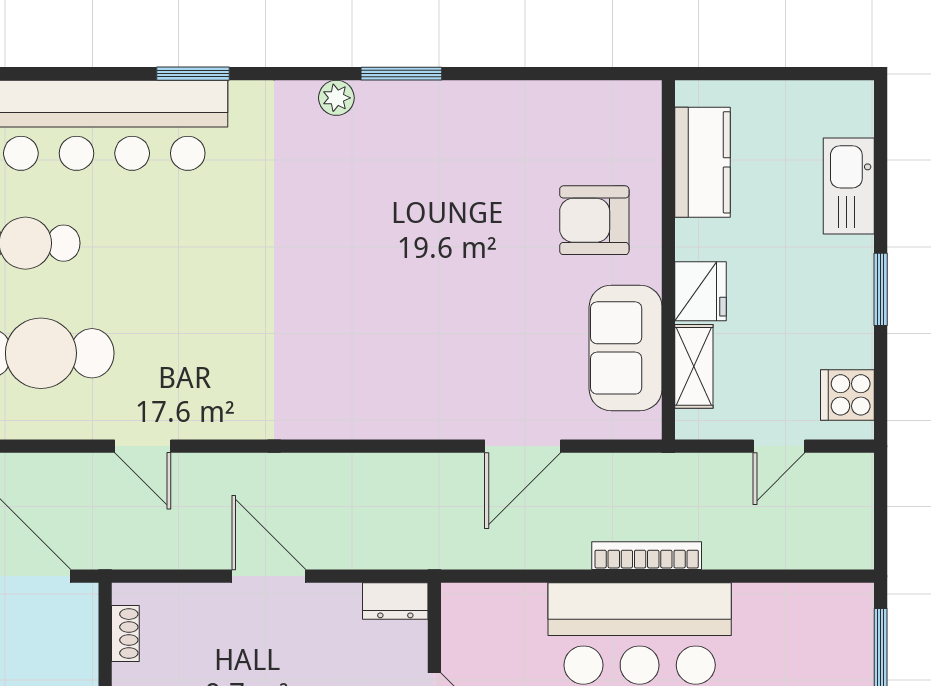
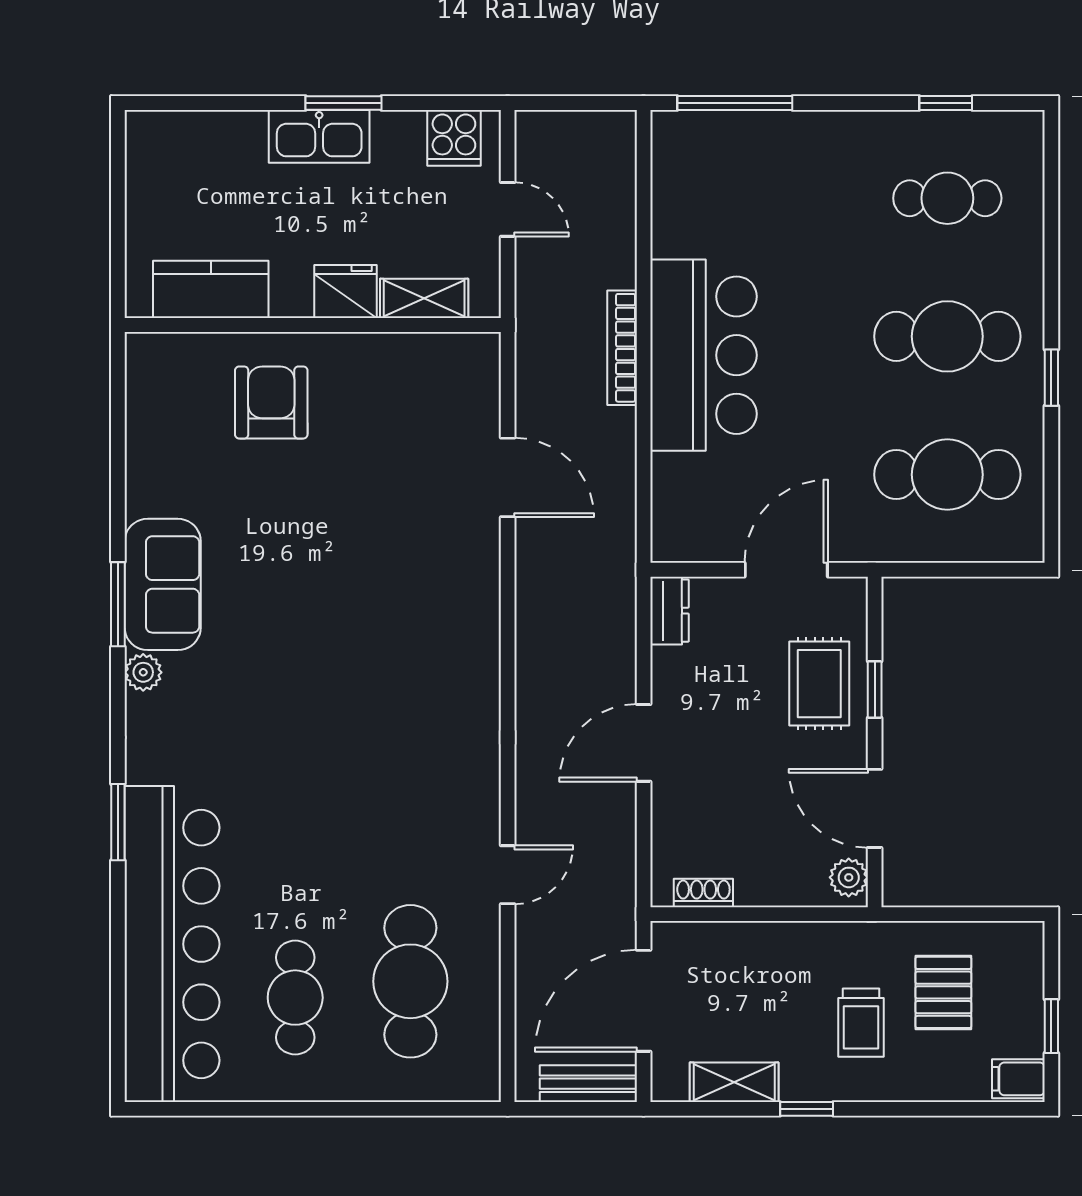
kitchen sink: (849, 186) -> (319, 136), moved
armchair: (594, 220) -> (271, 403), turned 180
sofa: (626, 348) -> (163, 584), moved, turned -90

